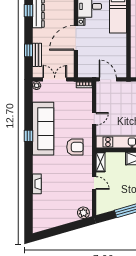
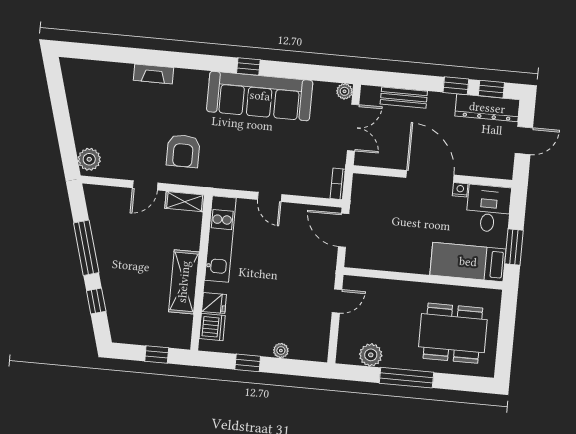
window: (28, 50) -> (456, 86), moved
door: (108, 79) -> (344, 230), swing flipped
armchair: (75, 147) -> (183, 151), moved

